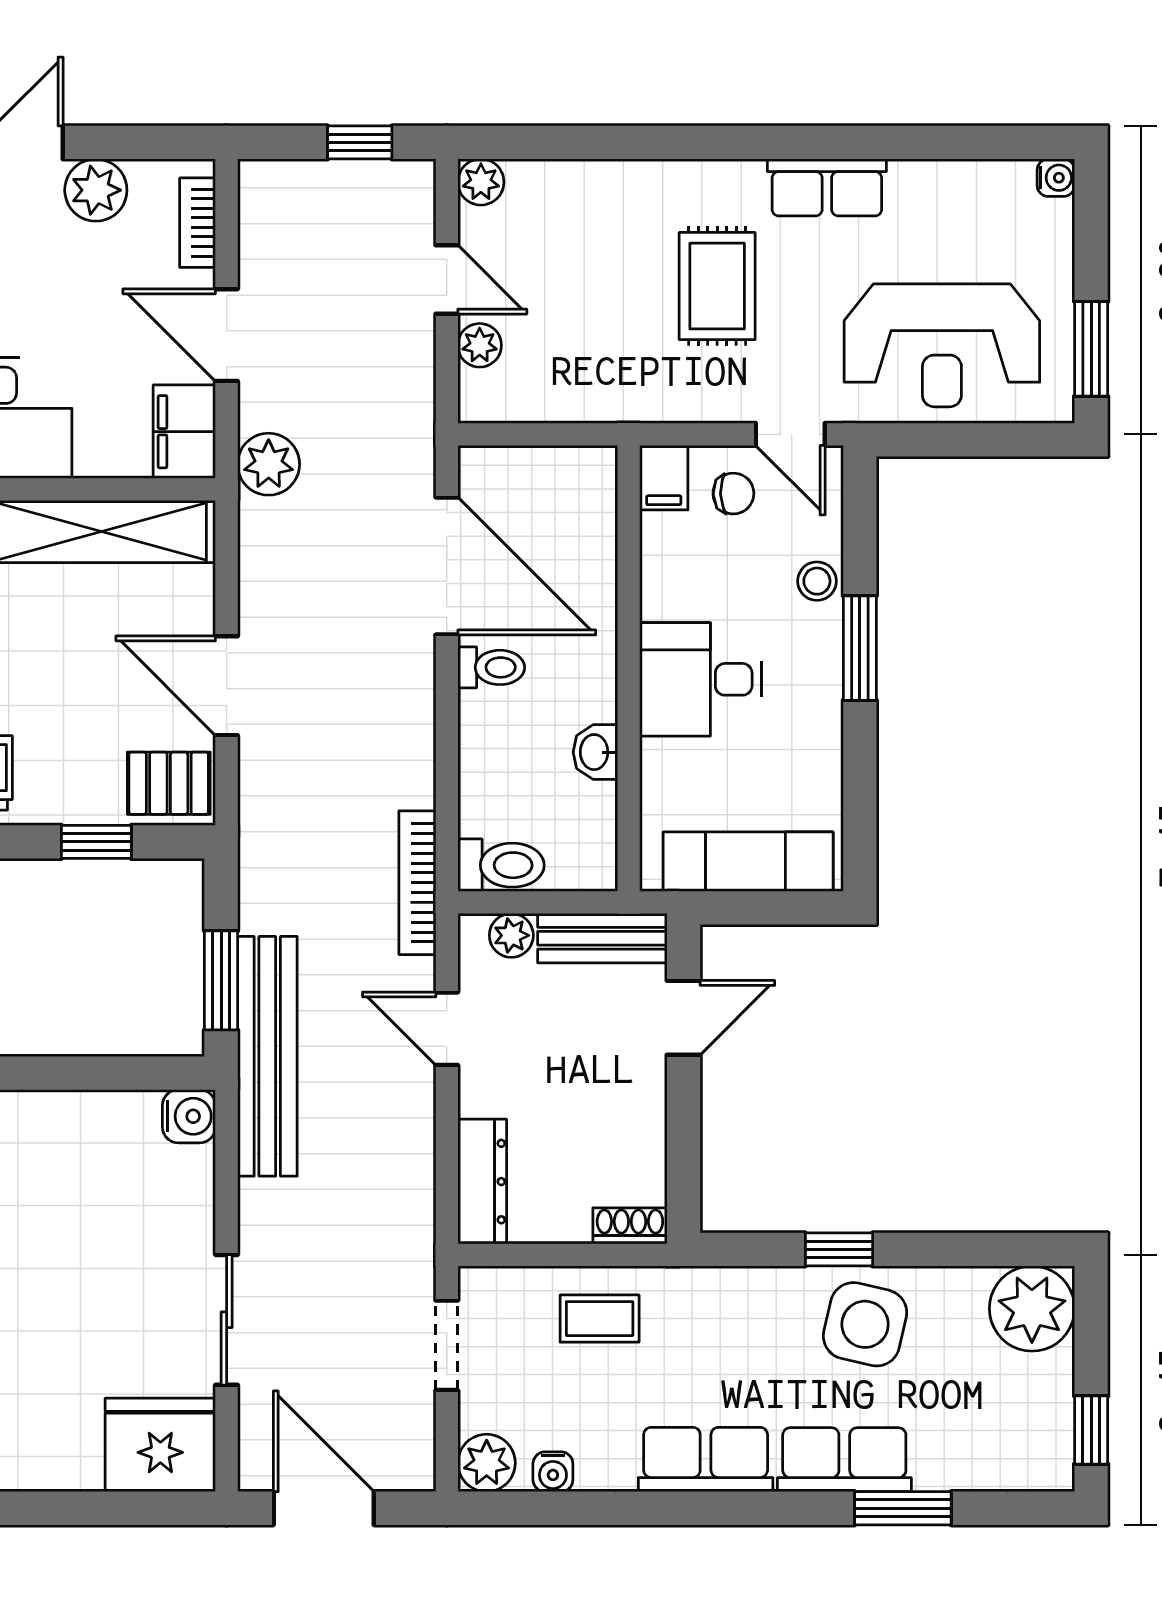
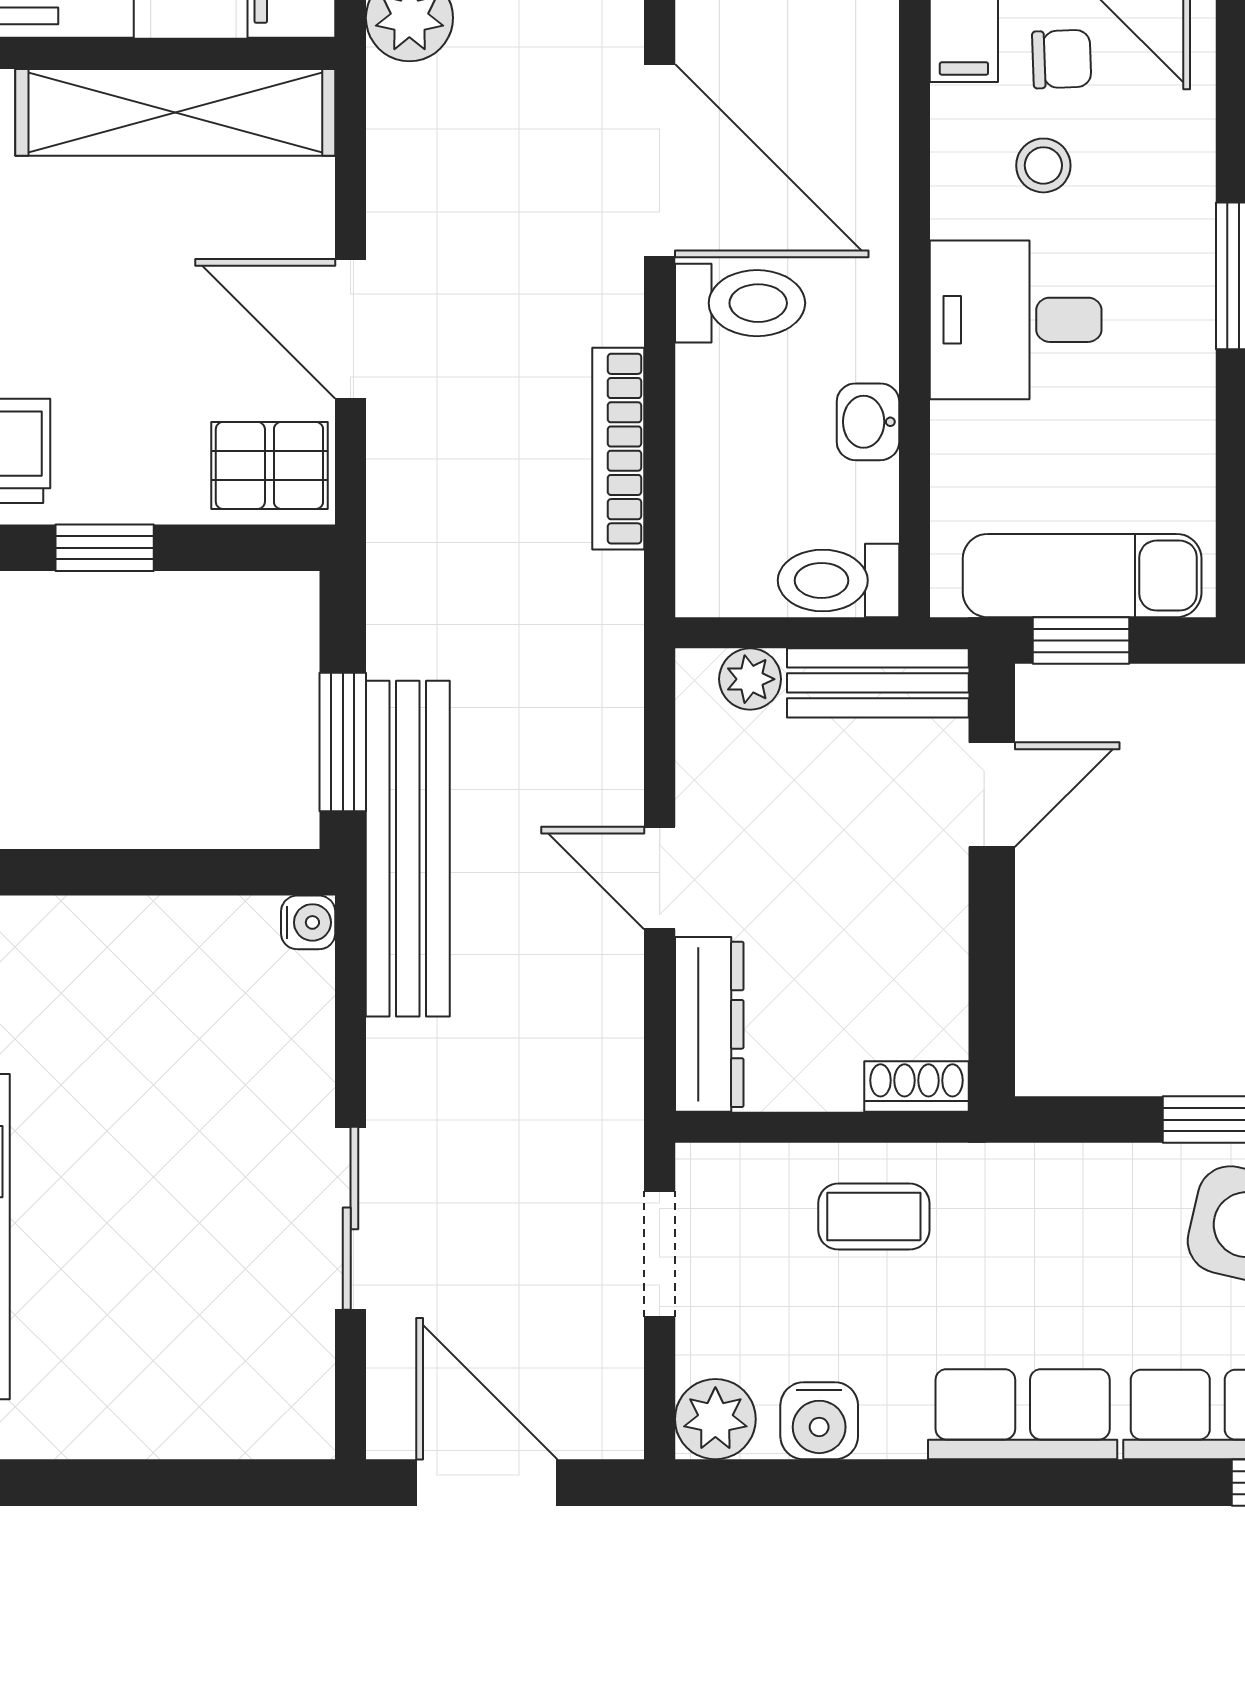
stool: (817, 581) -> (1043, 165), moved
toilet: (491, 667) -> (740, 303), width x1.37, depth x1.39
window: (96, 842) -> (105, 548), moved
toilet: (501, 865) -> (838, 580), moved, turned 180
bookcase: (417, 883) -> (618, 449), moved
window: (747, 908) -> (1081, 640), added
door: (447, 1029) -> (660, 878), moved
water cooler: (189, 1116) -> (308, 922), width x0.72, depth x0.72
fridge: (160, 1445) -> (258, 1394), removed
water cooler: (553, 1472) -> (819, 1421), width x1.38, depth x1.38

